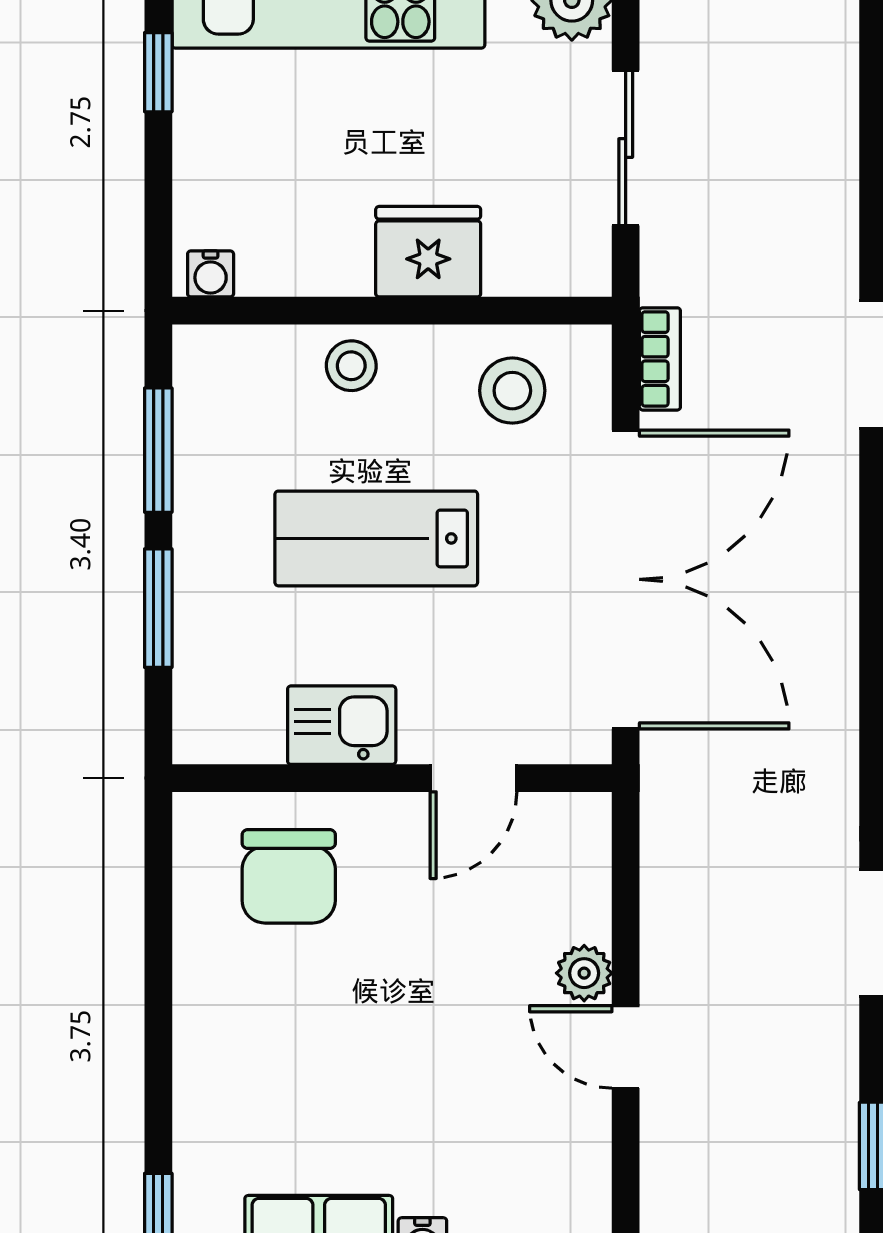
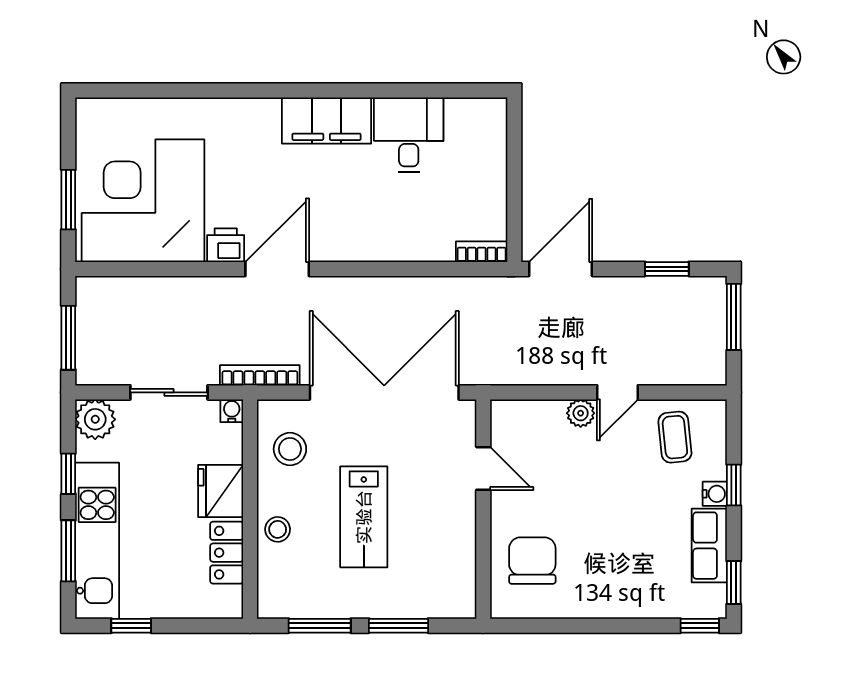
locker: (305, 264) -> (227, 553), added
water cooler: (211, 274) -> (232, 411), moved, turned -90
bookcase: (660, 359) -> (260, 375), width x1.56
kitchen sink: (342, 725) -> (457, 534), removed
chair: (289, 876) -> (532, 561), turned -90
coffee table: (536, 1162) -> (675, 437), added

